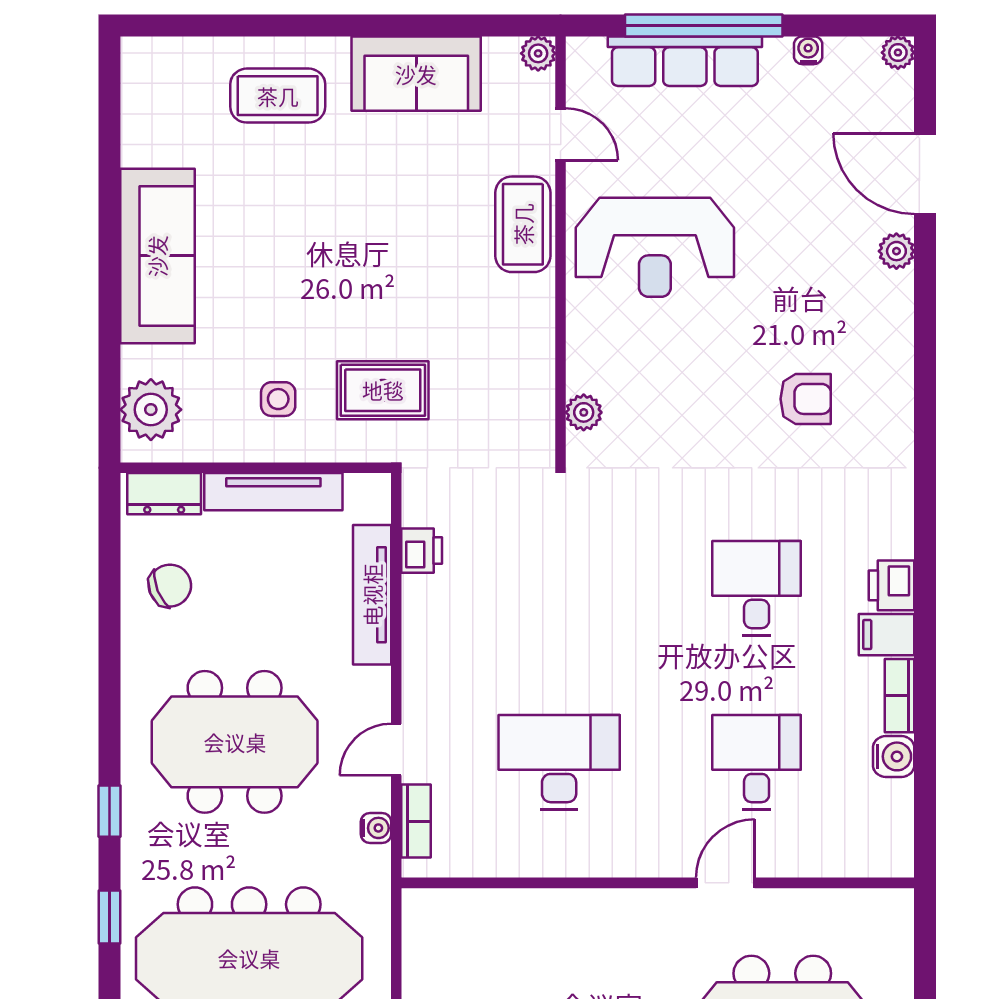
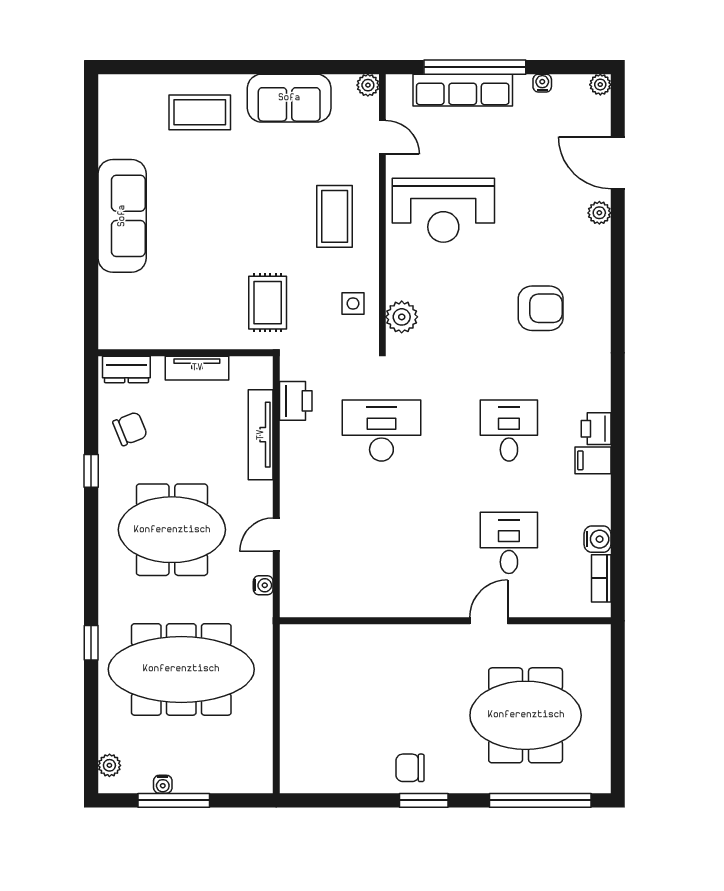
coffee table: (523, 224) -> (335, 216), moved
rug: (383, 390) -> (268, 303), turned 90
side table: (278, 399) -> (353, 303), moved
armchair: (806, 399) -> (541, 308), width x1.38, depth x1.38
plant: (151, 410) -> (118, 315), removed
plant: (584, 412) -> (402, 317), width x1.38, depth x1.38
tv unit: (273, 492) -> (197, 368), width x0.71
printer: (422, 551) -> (296, 401), width x1.36, depth x1.24
bookcase: (899, 696) -> (601, 578), moved
desk: (559, 762) -> (381, 431), moved
window: (110, 811) -> (91, 471), moved
bookcase: (416, 821) -> (289, 581), removed

